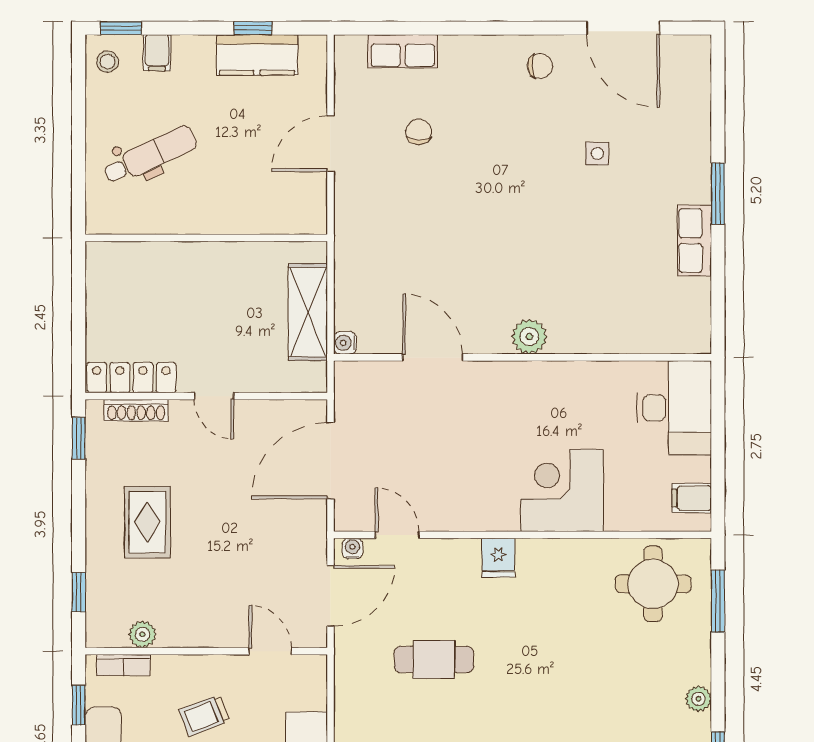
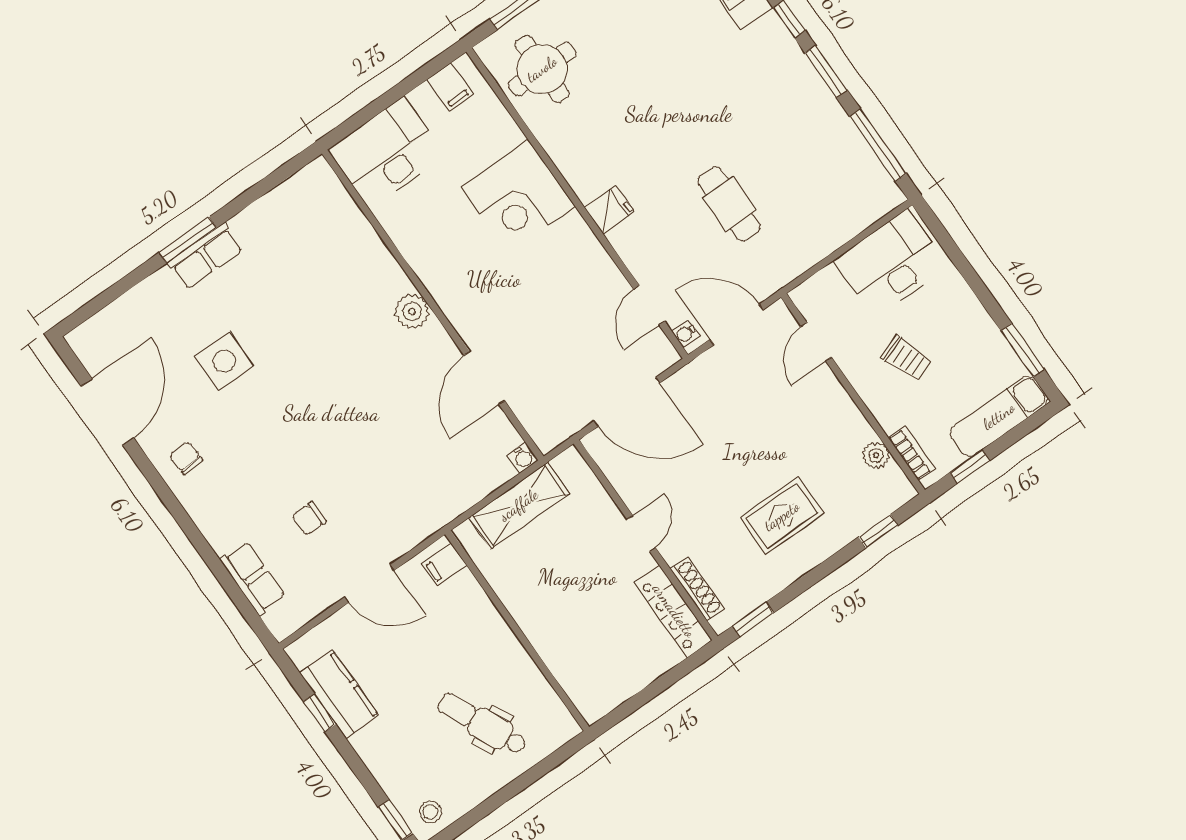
filing cabinet: (157, 53) -> (444, 564), moved, turned 180
side table: (597, 154) -> (224, 361), width x1.87, depth x1.87
row of seats: (694, 241) -> (205, 256), moved

